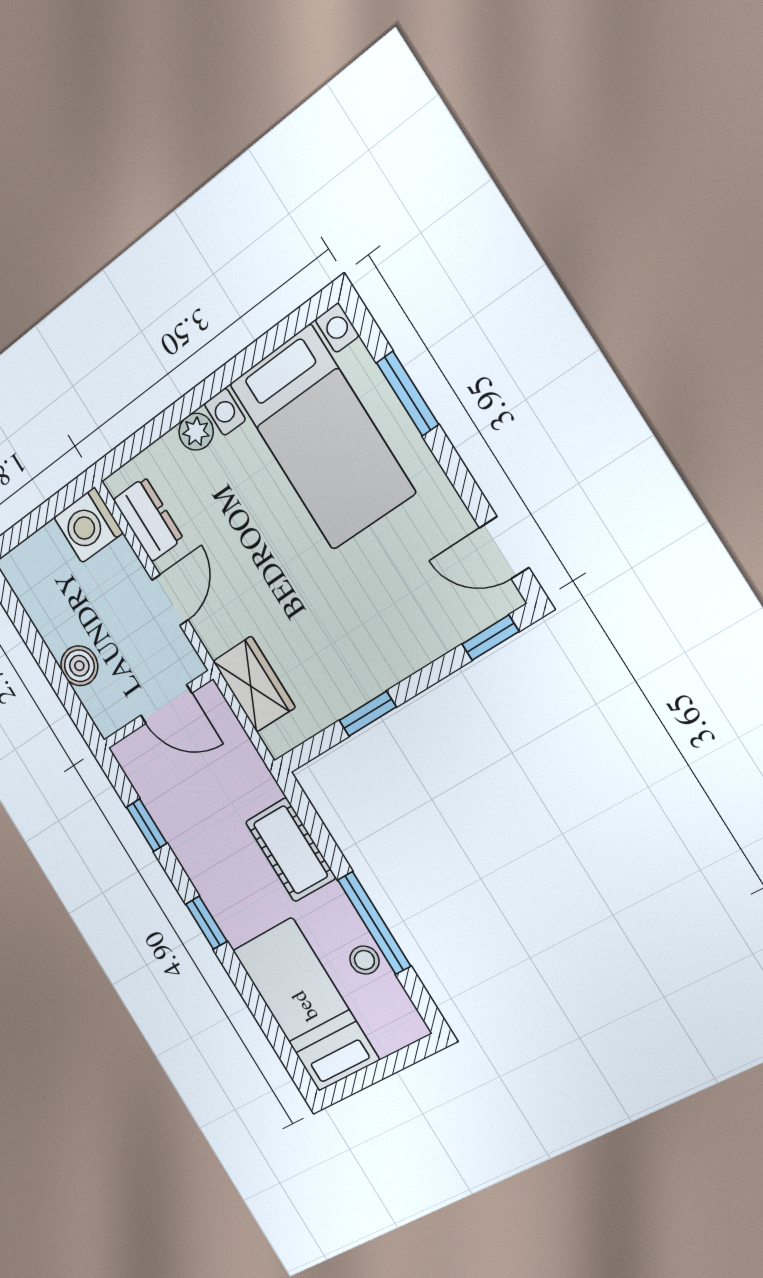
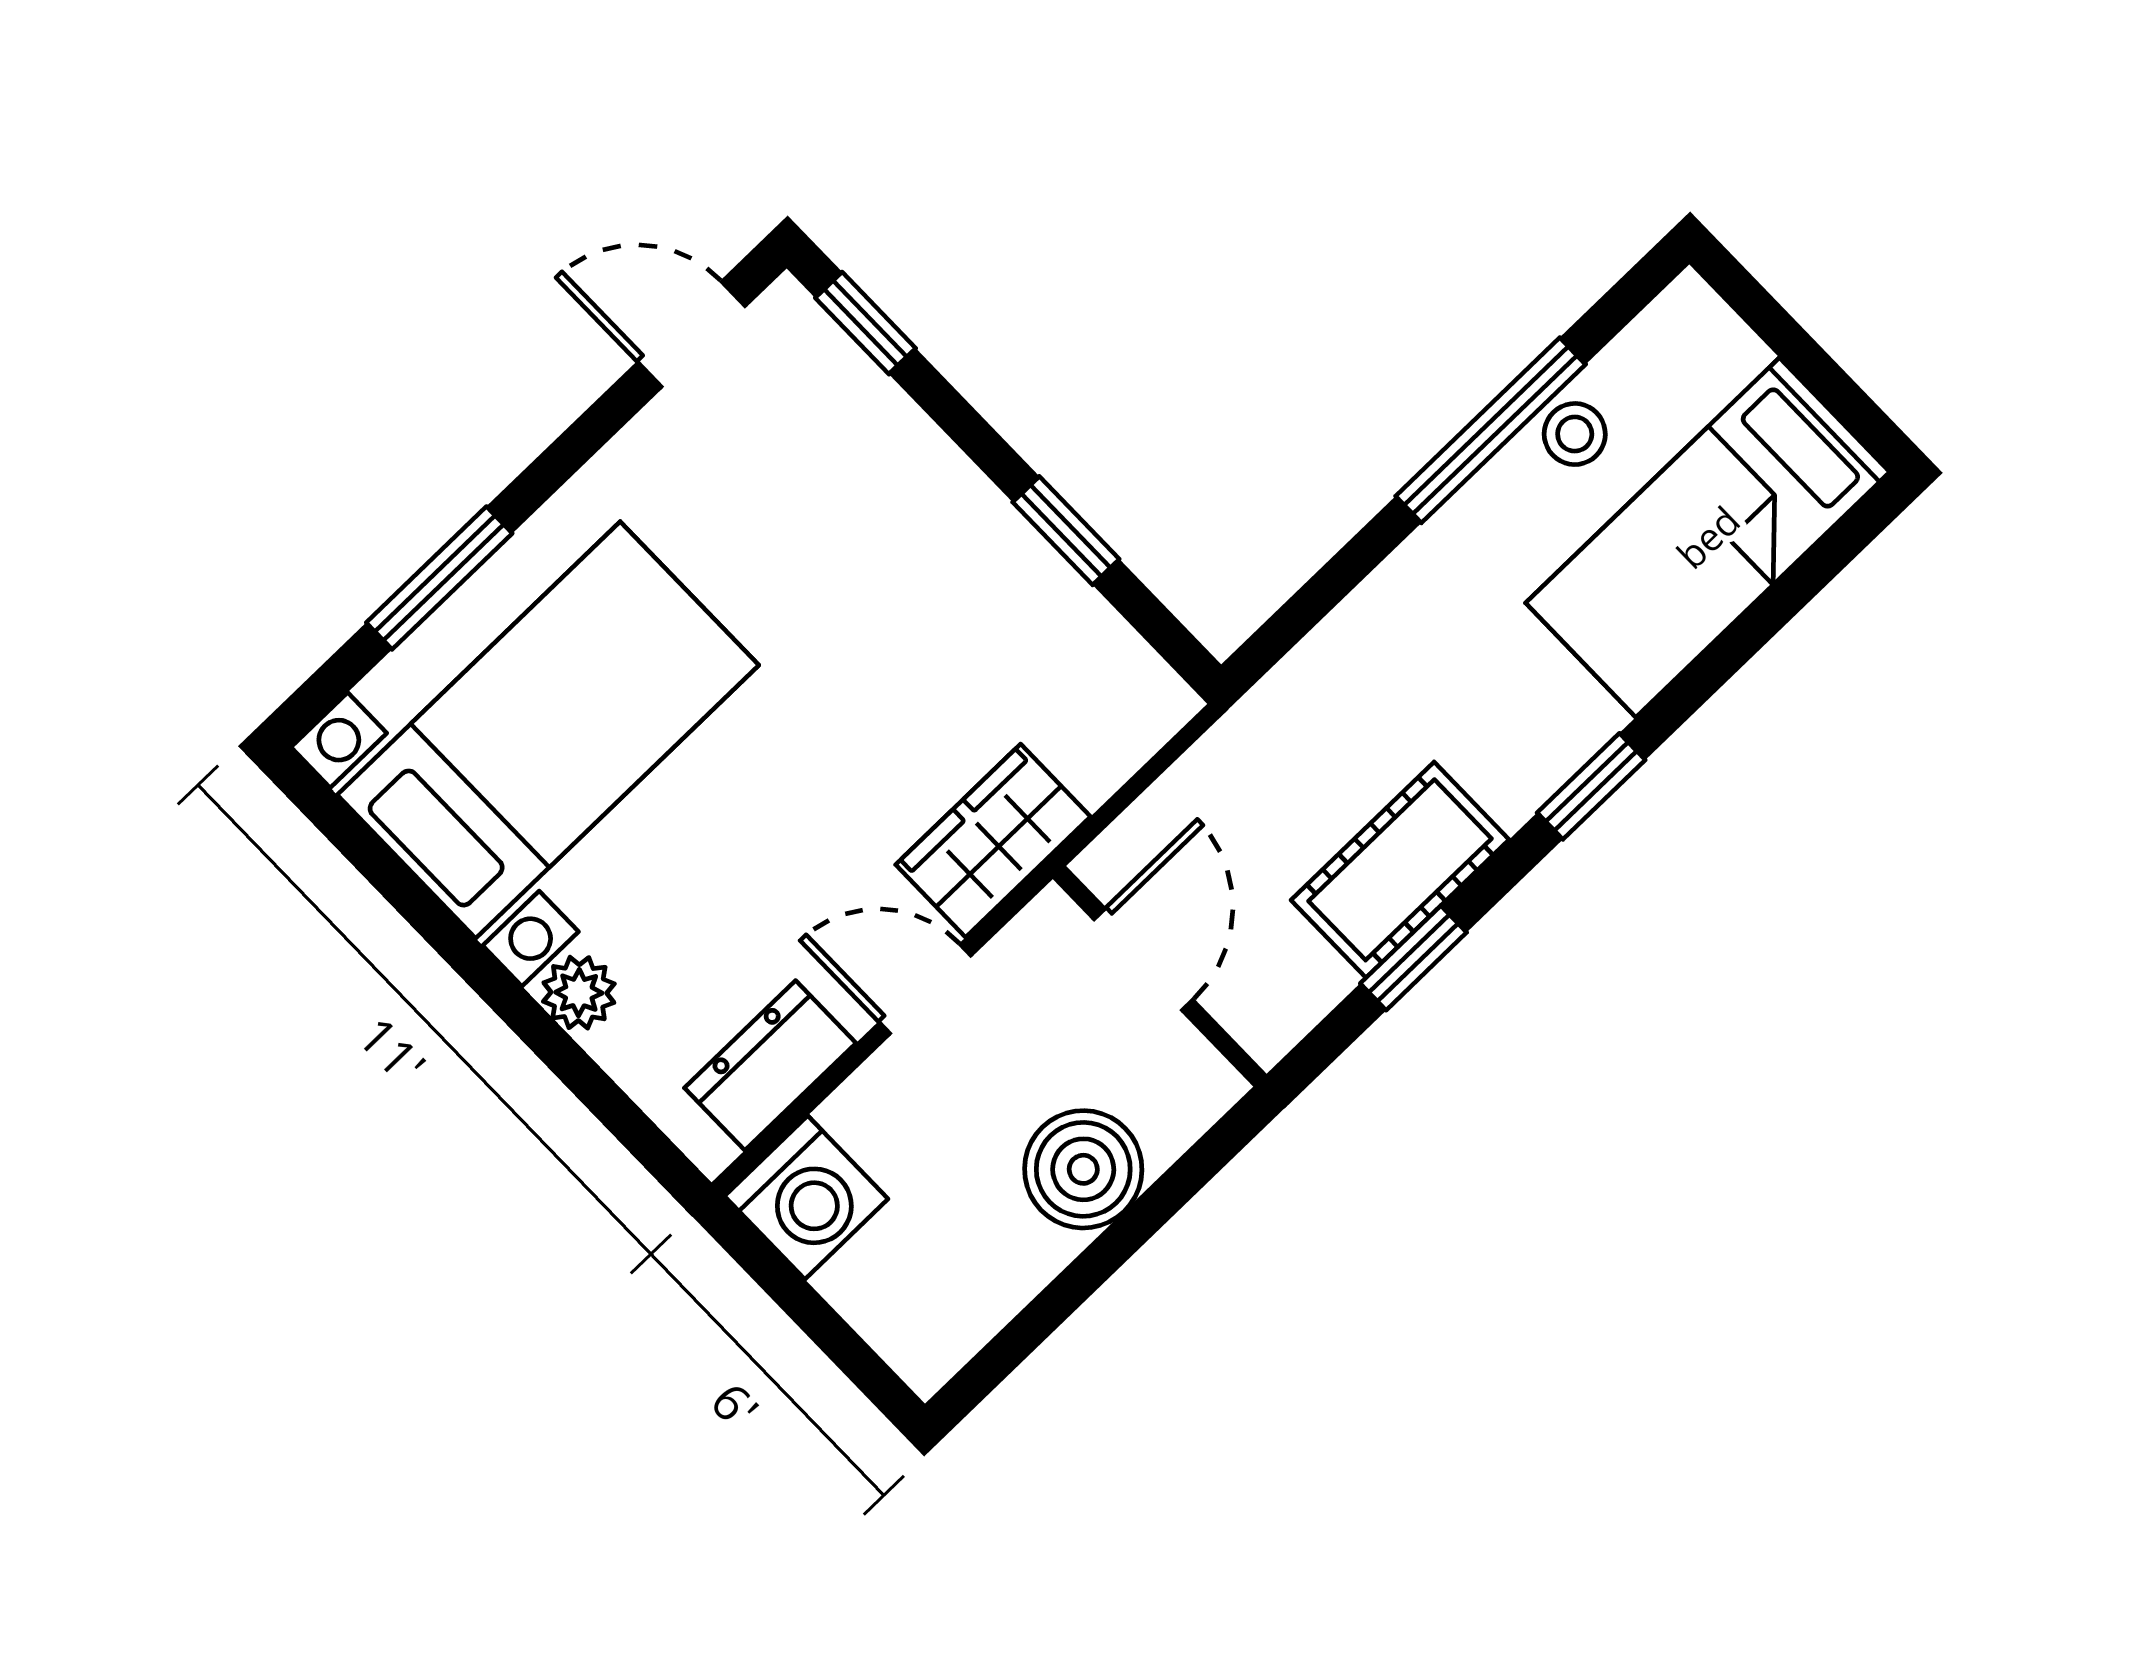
door: (504, 548) -> (692, 334), swing flipped
boiler: (79, 666) -> (1083, 1169), width x1.36, depth x1.36
wardrobe: (254, 684) -> (993, 841), moved
cot: (291, 850) -> (1400, 870), moved

